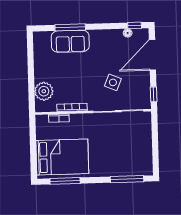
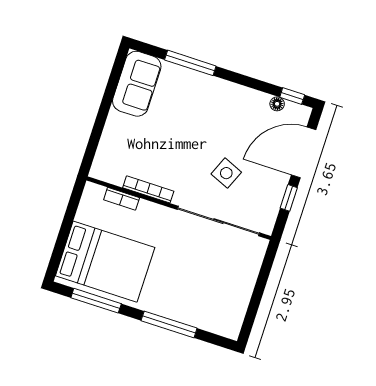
sofa: (70, 41) -> (137, 84), moved, turned -90
plant: (44, 91) -> (113, 148), removed
window: (154, 94) -> (289, 198), moved
window: (127, 179) -> (169, 324), moved

